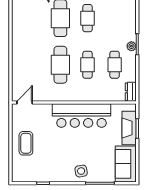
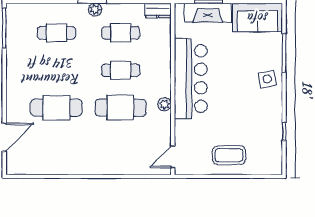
cafe table: (87, 18) -> (56, 33), moved
plant: (63, 97) -> (165, 104), added
door: (25, 103) -> (173, 157), hinge flipped

